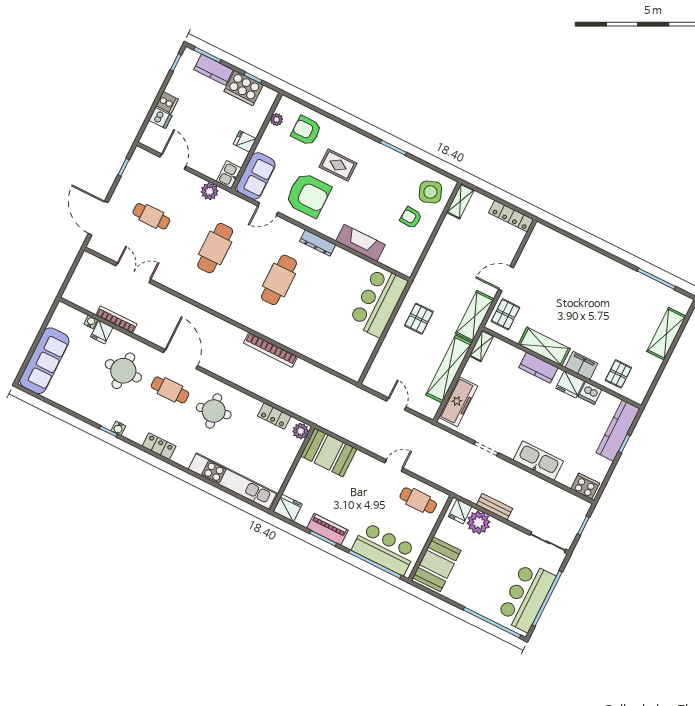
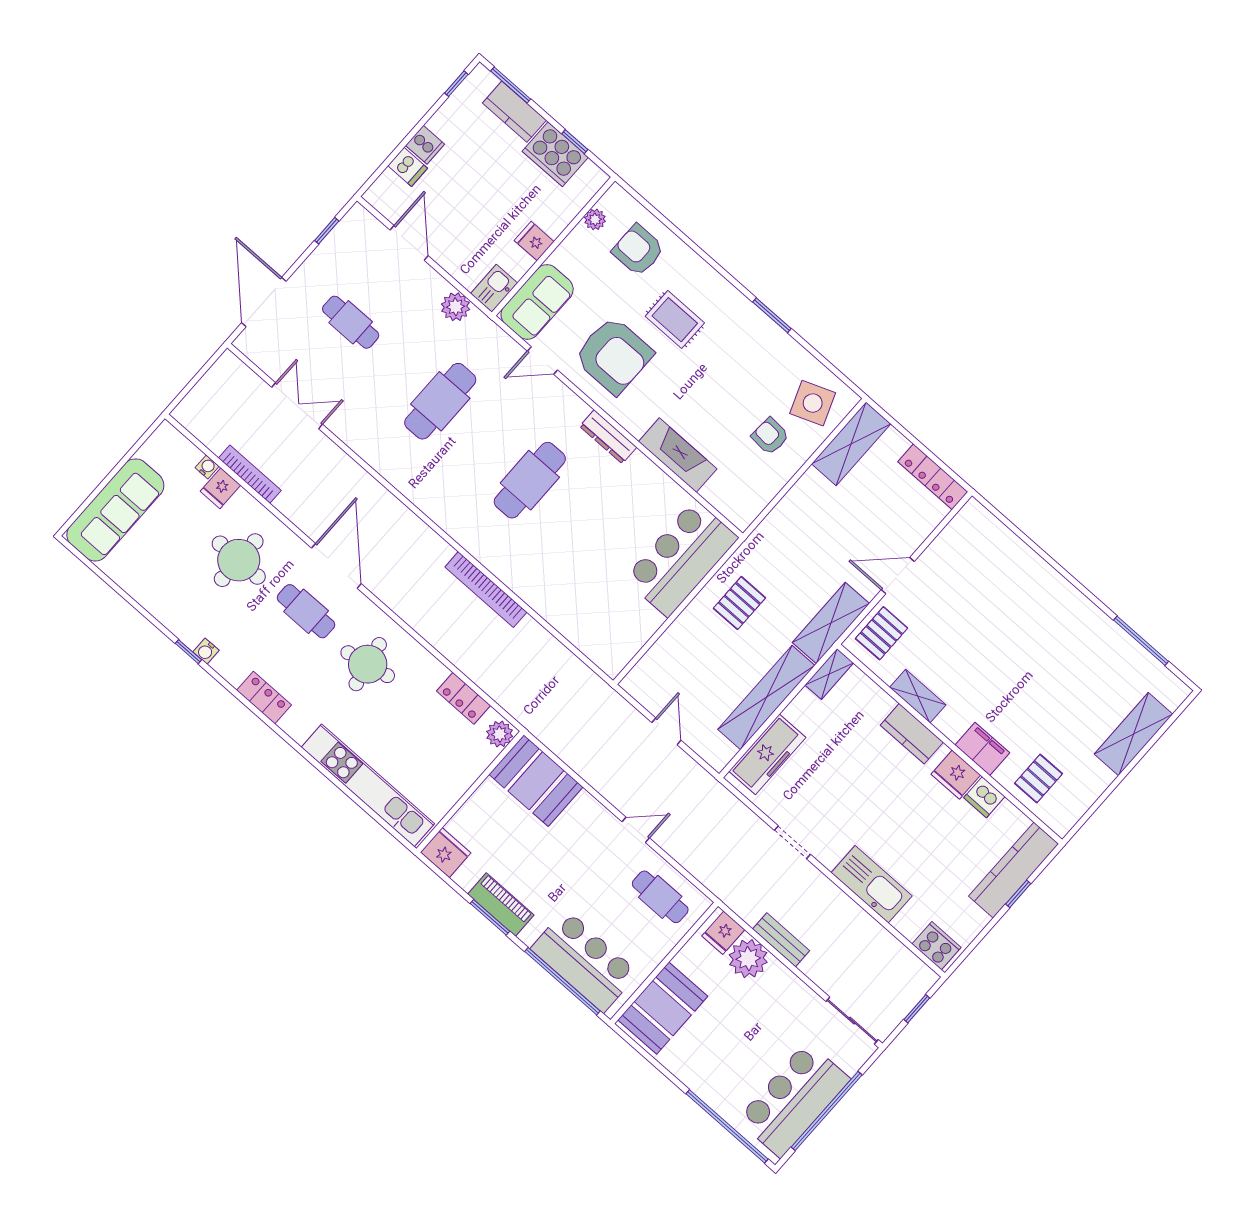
shelving: (460, 201) -> (851, 444), width x1.50, depth x1.33
shelving: (544, 346) -> (918, 696), width x0.67, depth x0.75

